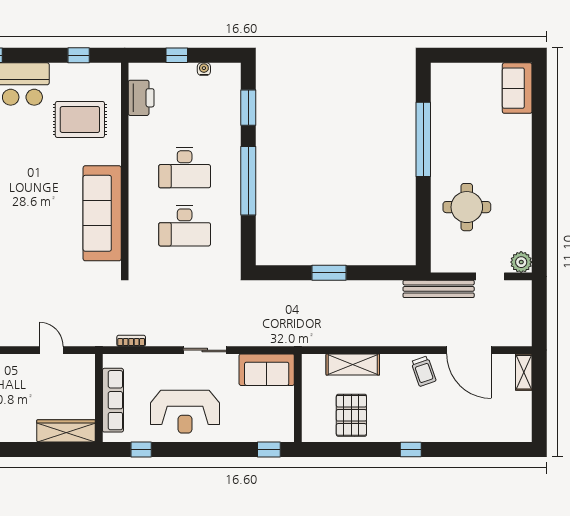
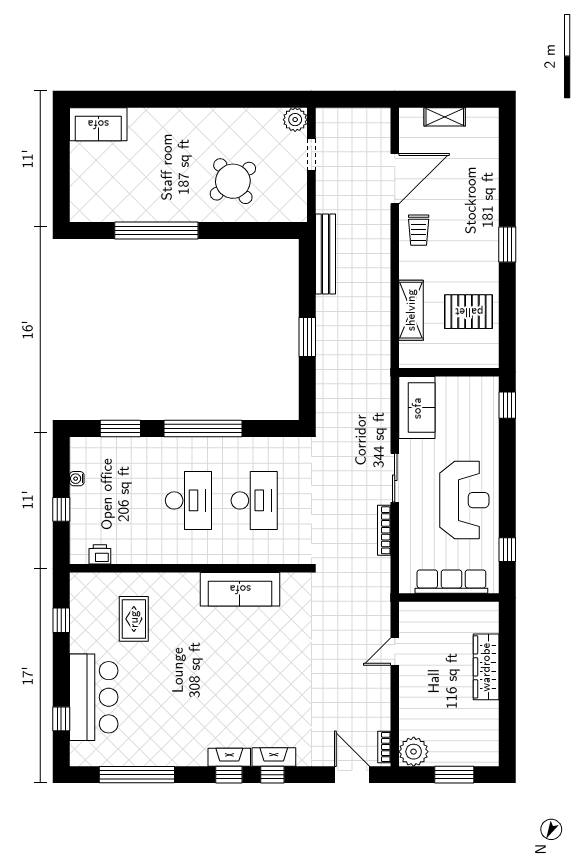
printer: (141, 98) -> (100, 554), width x0.53, depth x0.68
rug: (80, 120) -> (134, 619), width x0.73, depth x0.70
round table: (467, 207) -> (233, 181), turned -38
sofa: (102, 213) -> (240, 589), width x0.74, depth x0.79
bench: (439, 289) -> (325, 254), moved
bookcase: (131, 341) -> (384, 530), moved, width x1.56
trolley: (424, 371) -> (419, 230), turned 109
shelving: (524, 372) -> (445, 117), moved
wardrobe: (66, 431) -> (486, 667), moved
window: (411, 450) -> (507, 244), width x1.50

